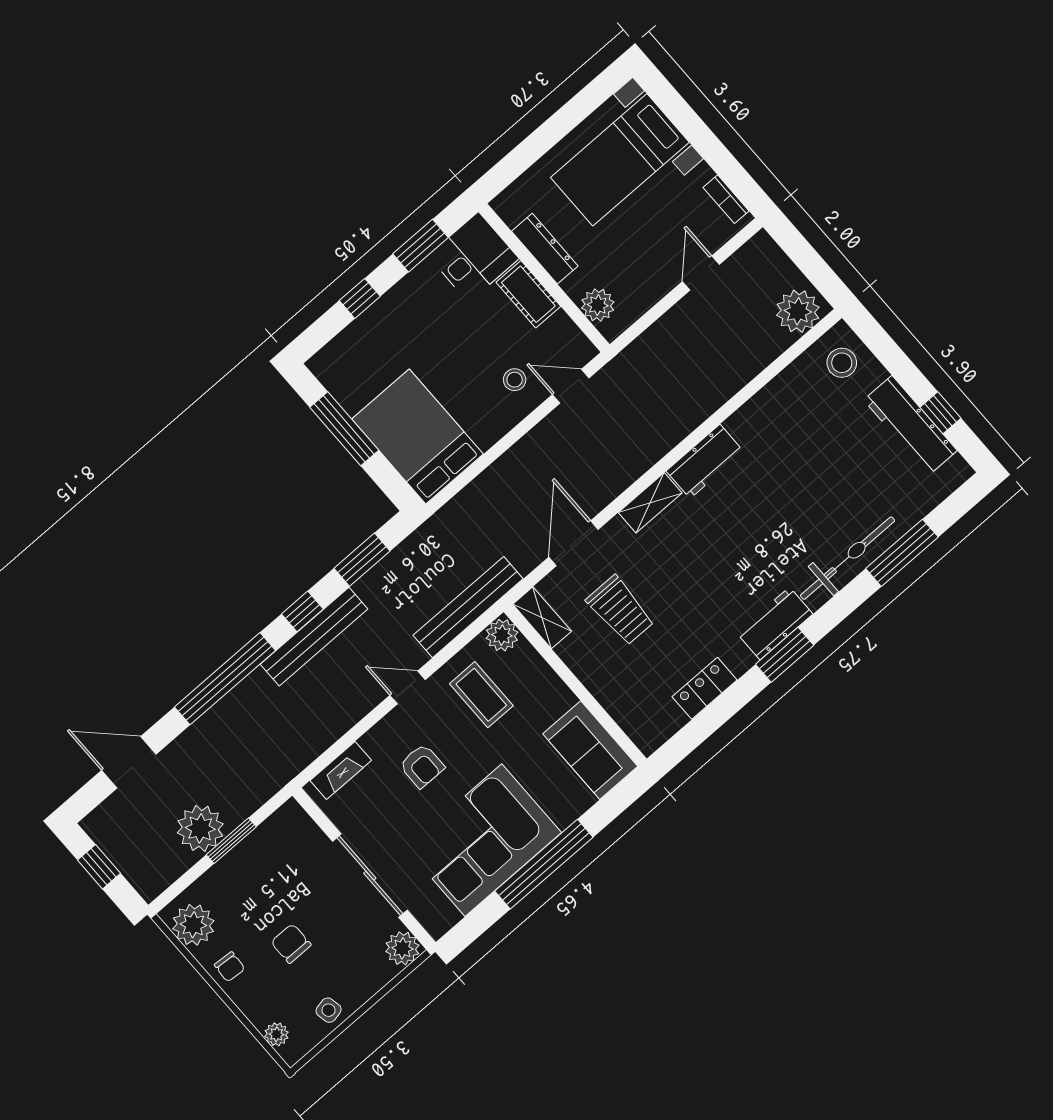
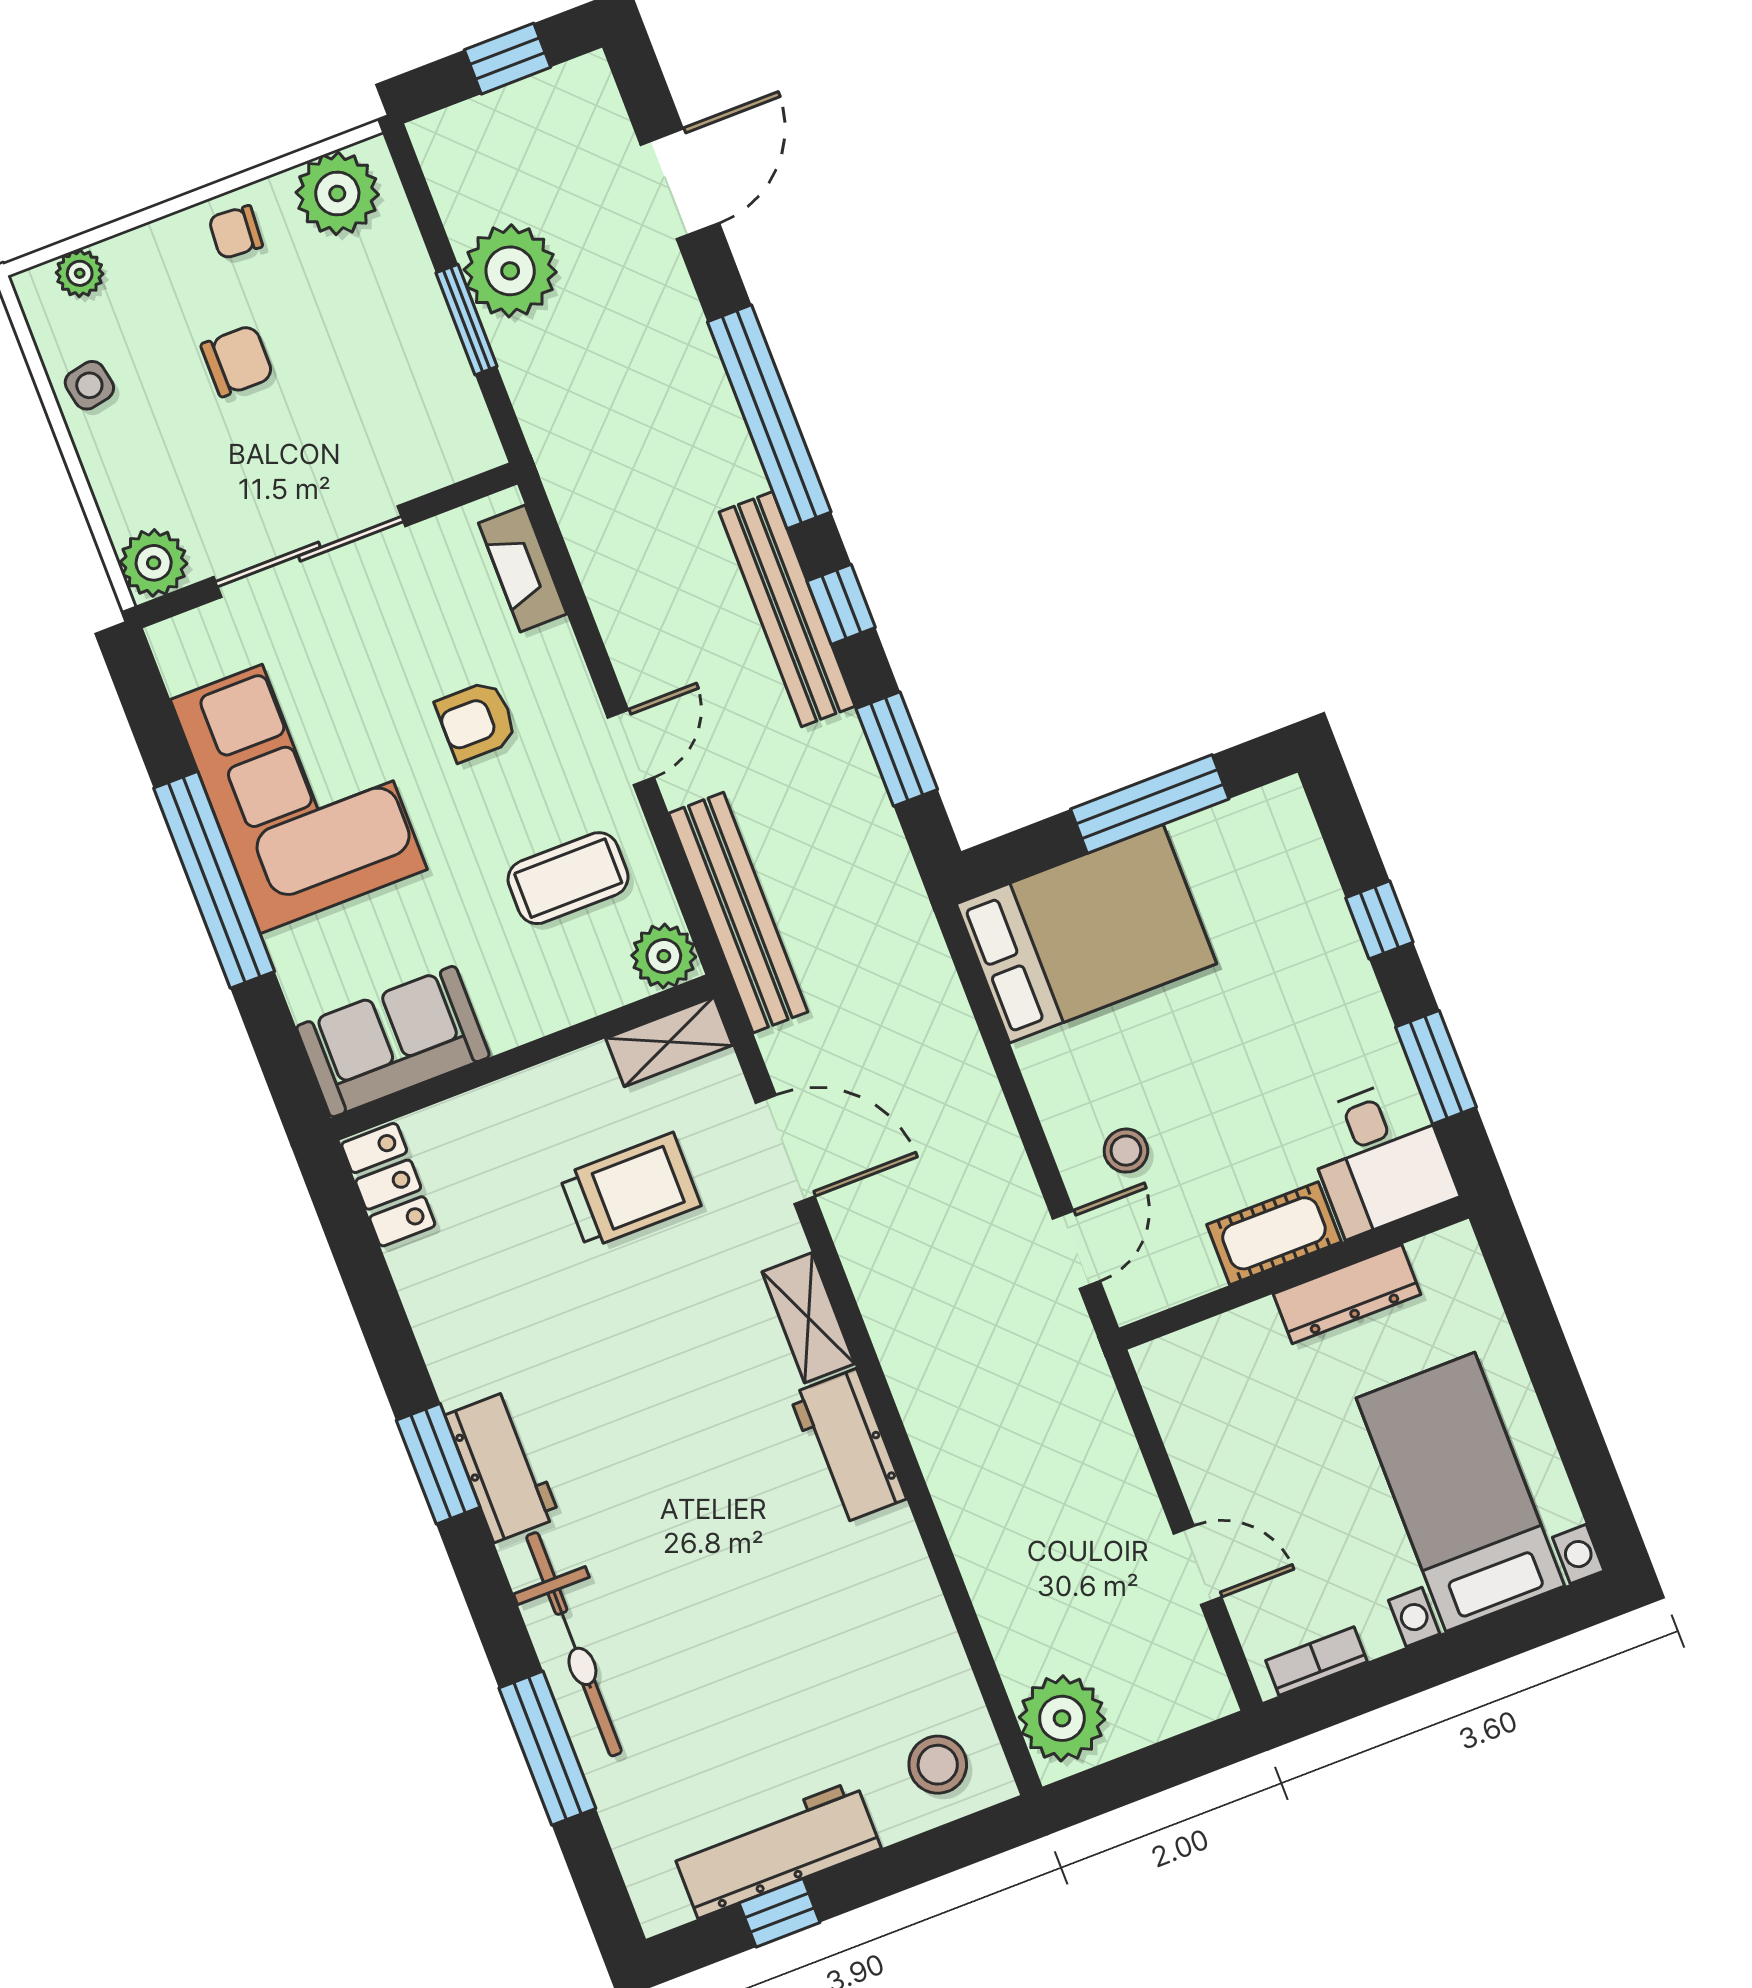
plant: (598, 305) -> (1208, 1354), removed
trolley: (620, 610) -> (630, 1191), turned 180
locker: (705, 688) -> (388, 1185), moved

